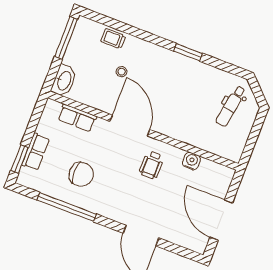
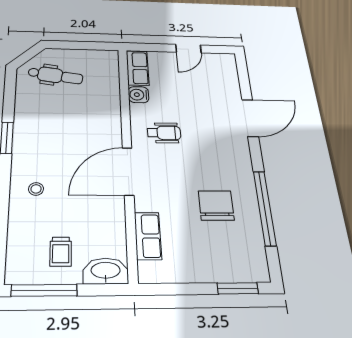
trolley: (113, 39) -> (61, 252), moved
stool: (122, 72) -> (36, 189), moved
row of seats: (36, 152) -> (138, 68), moved, turned 90
door: (221, 220) -> (188, 49), width x0.53

